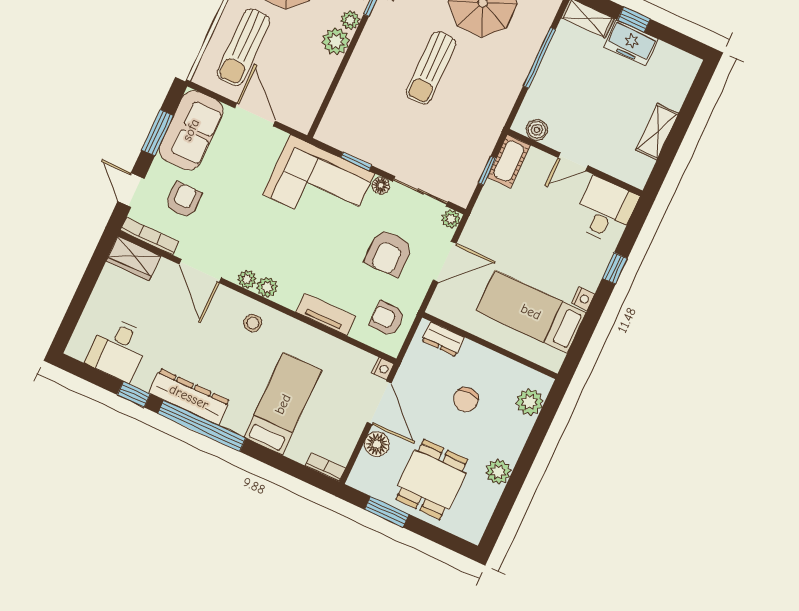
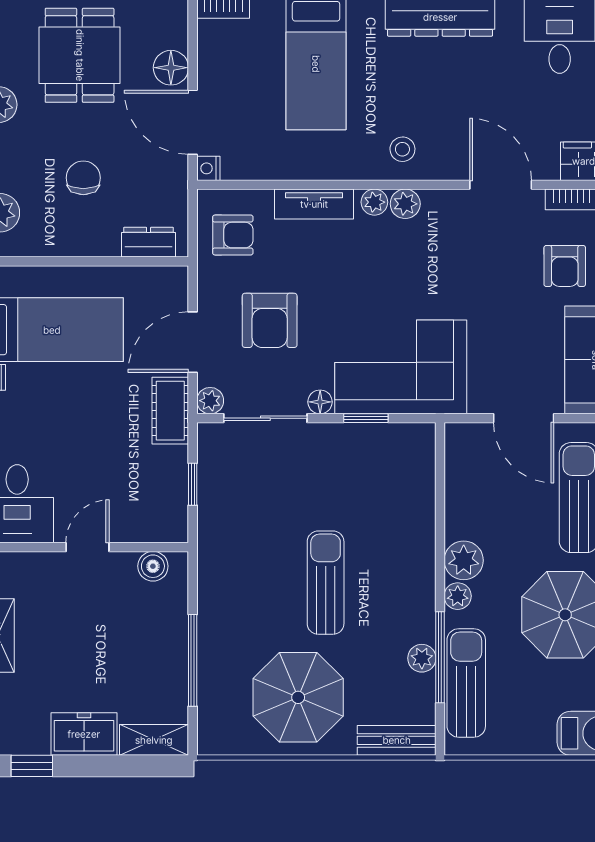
window: (634, 19) -> (32, 766), moved
cot: (509, 161) -> (170, 411), moved
armchair: (389, 253) -> (270, 320), turned 180
plant: (247, 279) -> (374, 202), moved

